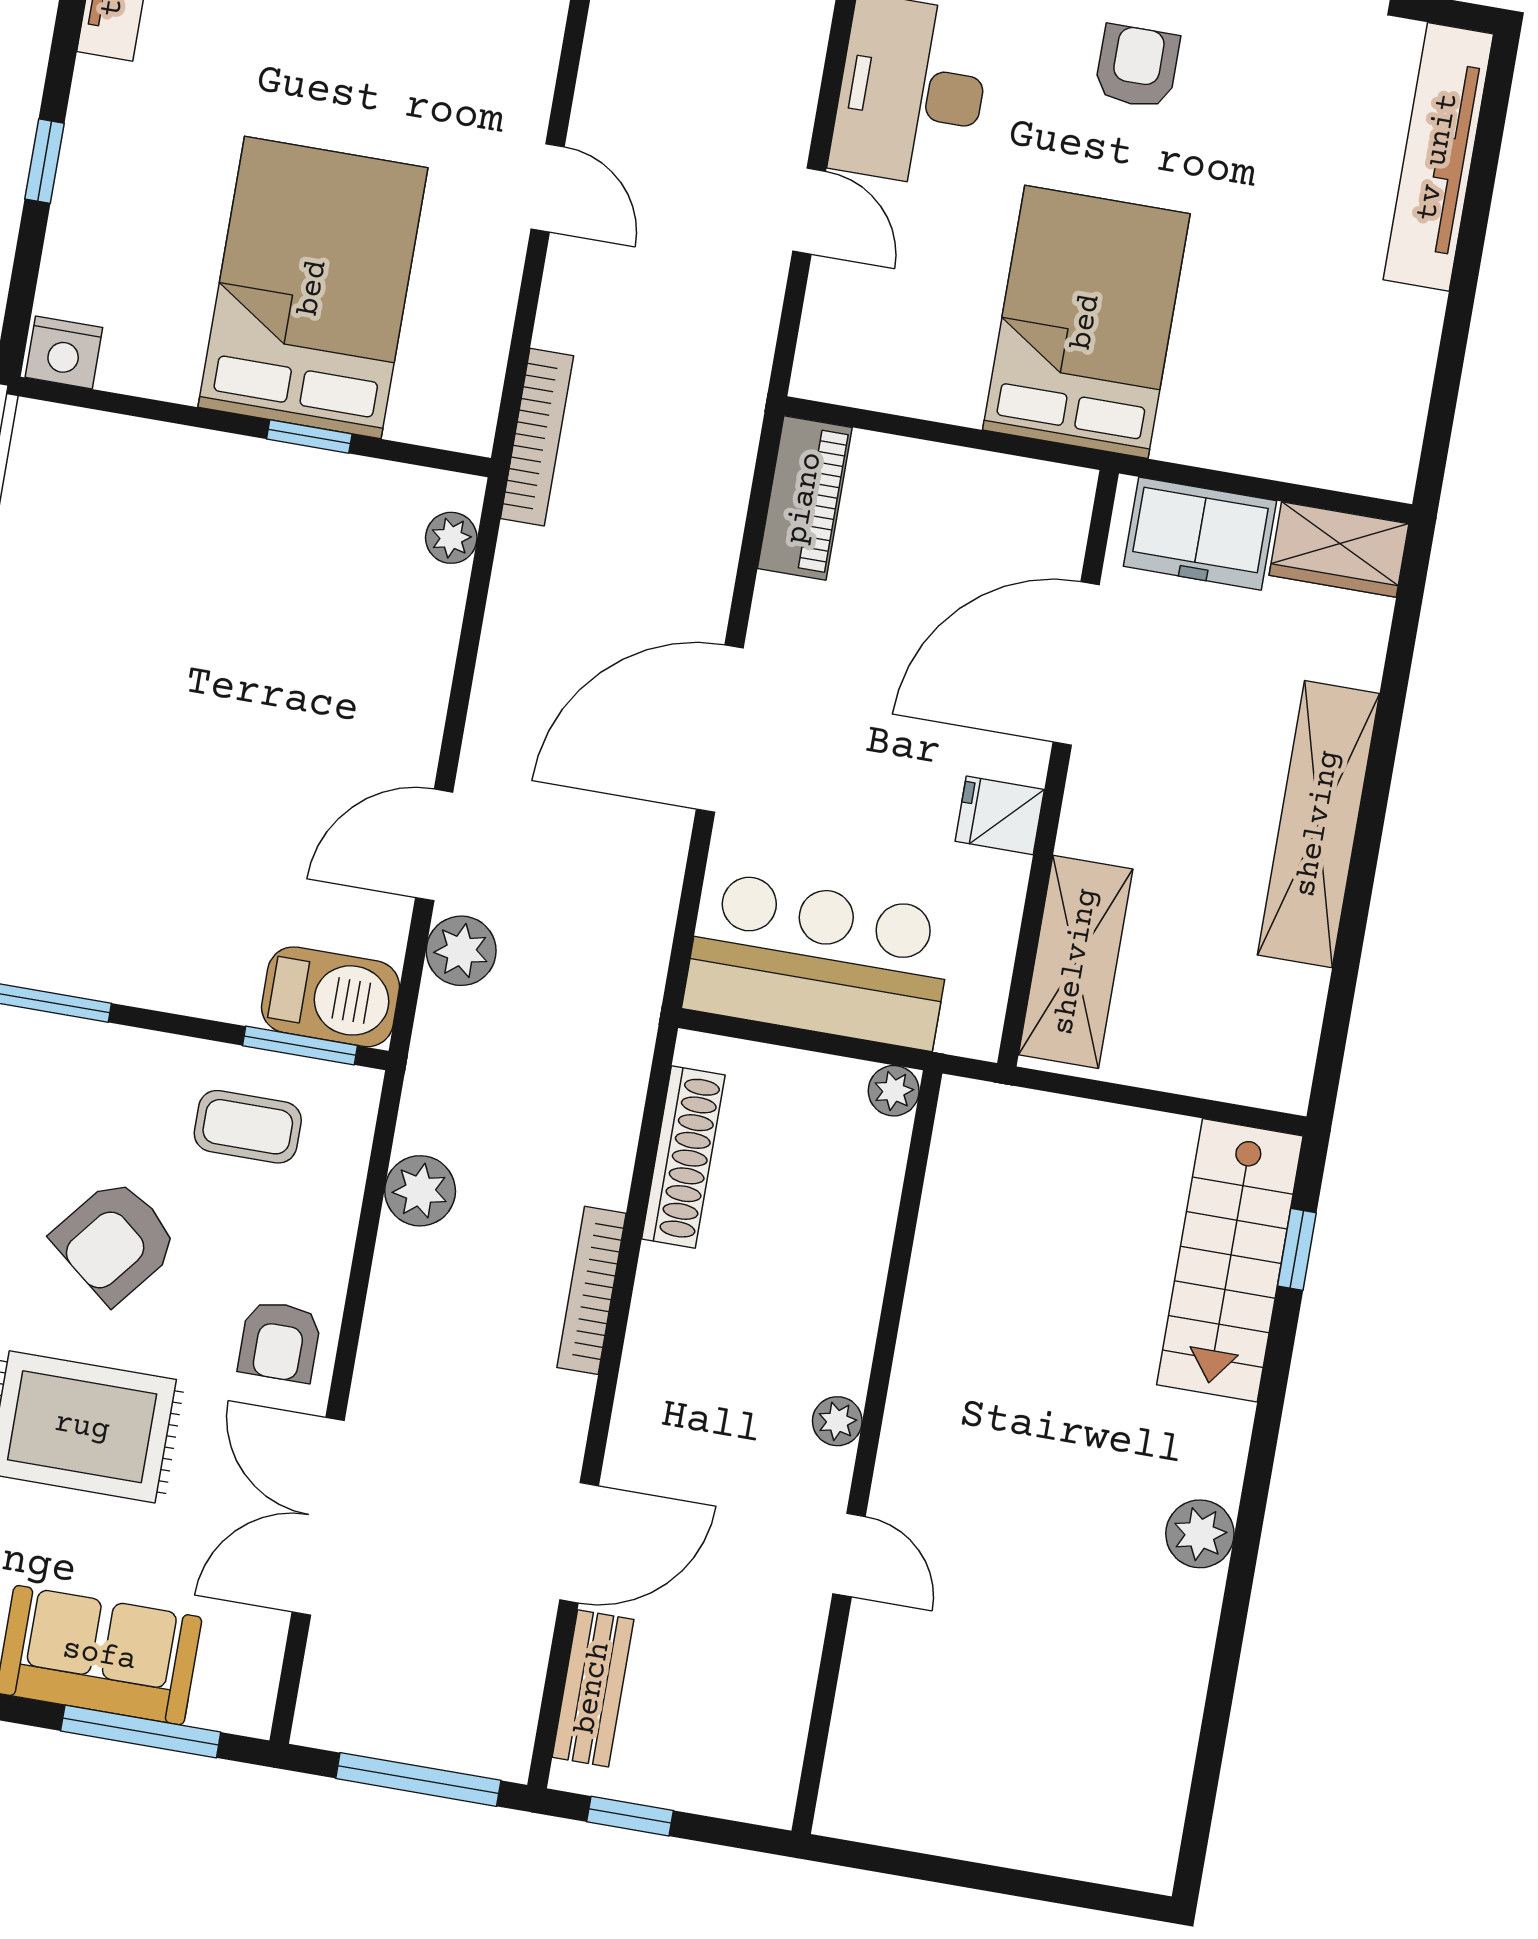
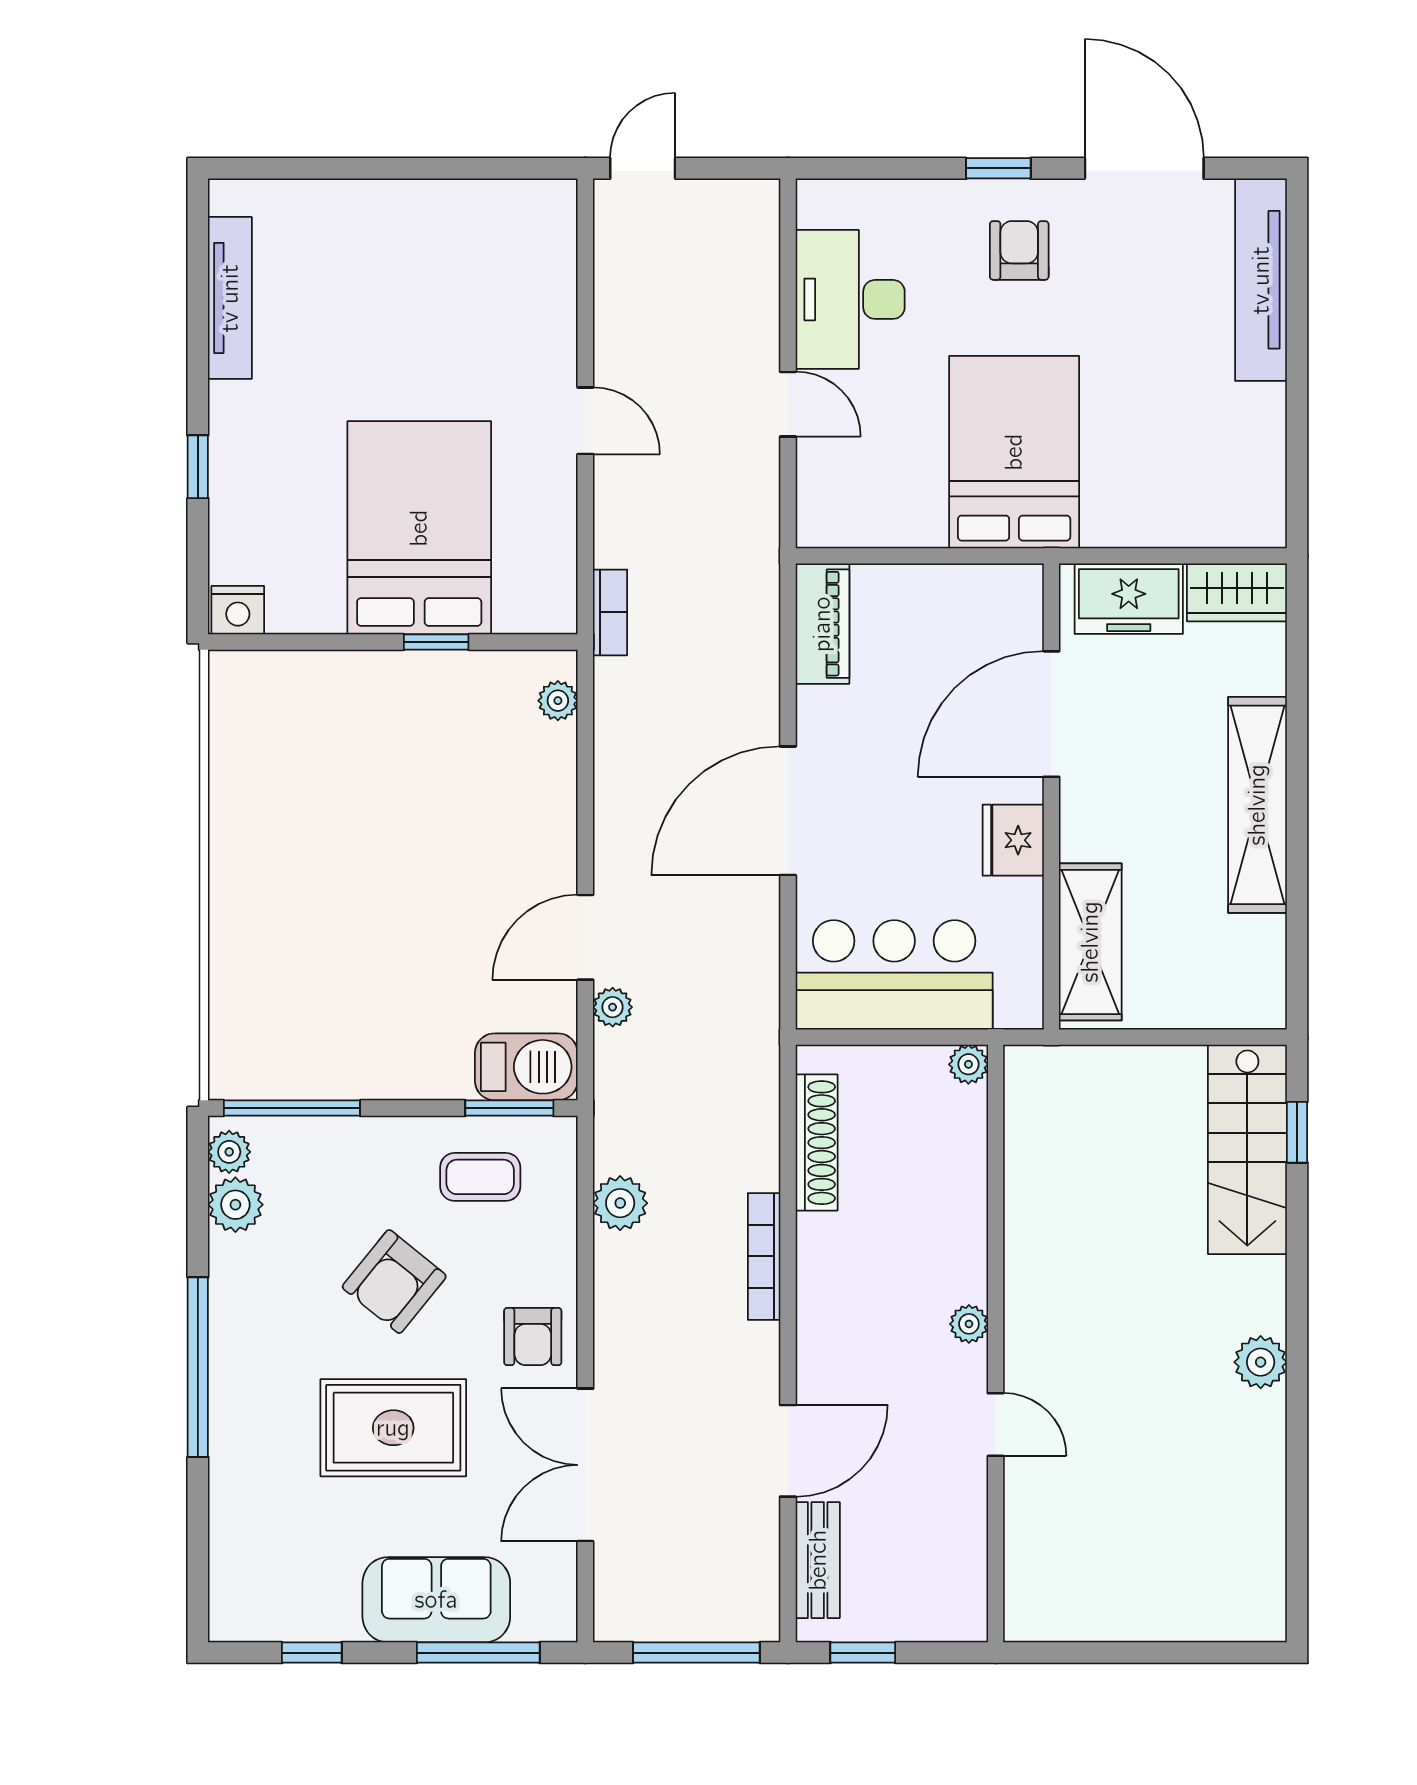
bookcase: (537, 437) -> (610, 612), width x0.64
fridge: (1000, 815) -> (1013, 840), width x1.38
plant: (461, 951) -> (613, 1007), width x0.73, depth x0.73

